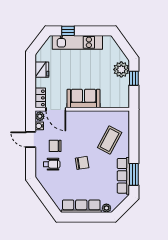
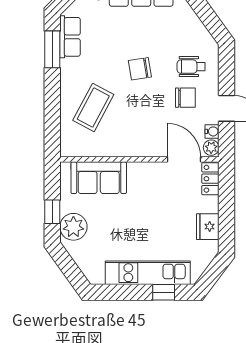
sofa: (83, 99) -> (99, 178), moved
row of seats: (123, 176) -> (70, 37), width x0.68

